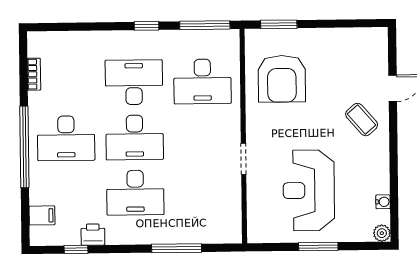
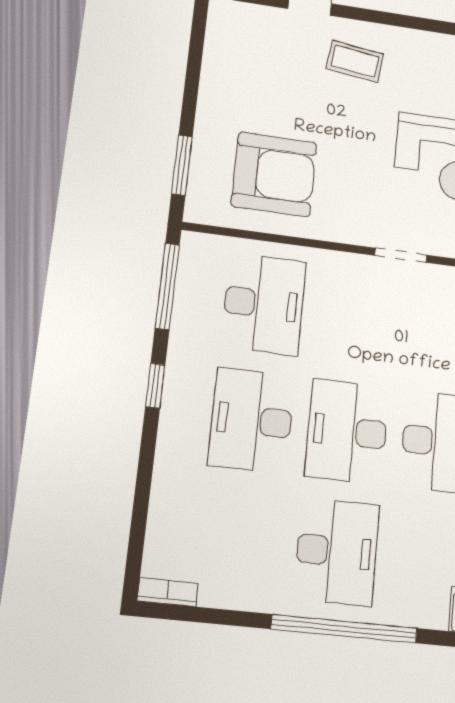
bookcase: (34, 74) -> (168, 592), moved
coffee table: (362, 120) -> (355, 61), turned 48
desk: (135, 137) -> (347, 431), turned 180

